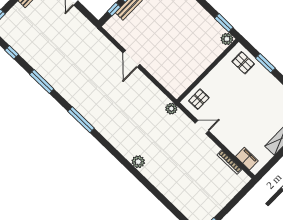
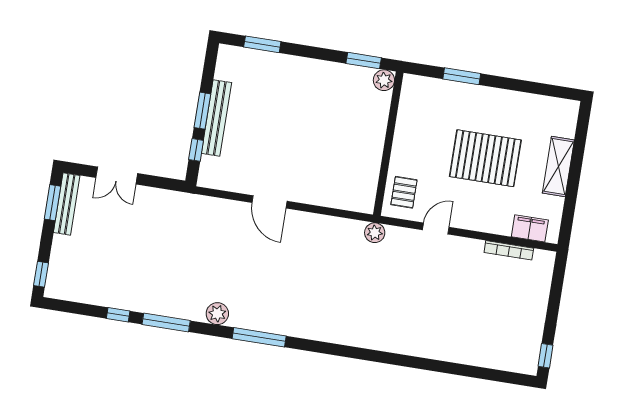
window: (12, 52) -> (118, 315), moved
pallet: (243, 63) -> (485, 158), moved, width x2.05, depth x2.00
plant: (138, 162) -> (217, 314), moved

